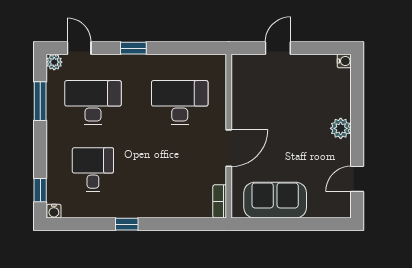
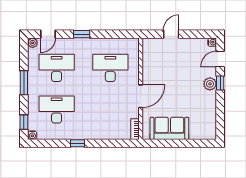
door: (79, 48) -> (48, 34), swing flipped
window: (40, 101) -> (24, 83), moved
window: (357, 127) -> (220, 83), added
desk: (93, 170) -> (57, 109), width x1.37
door: (357, 179) -> (220, 59), moved

